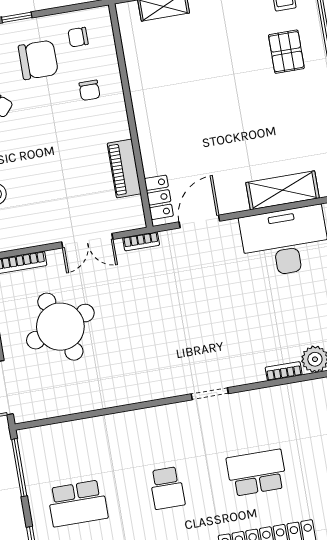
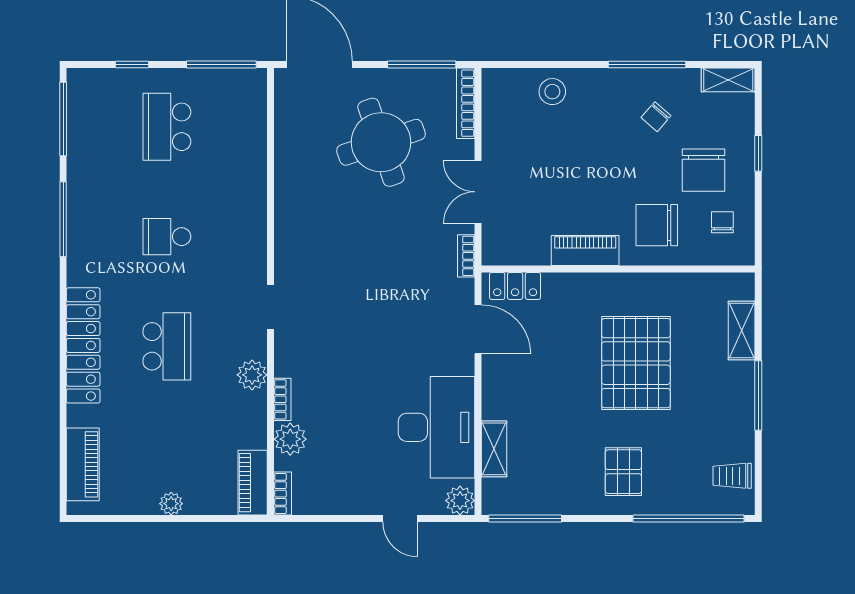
pallet: (286, 52) -> (623, 472), moved, turned 90
pallet: (205, 88) -> (636, 363), added
chair: (89, 90) -> (657, 225), width x1.87, depth x1.87
piano: (124, 169) -> (585, 251), moved
shelving: (282, 190) -> (494, 449), width x0.67, depth x0.75
plant: (268, 399) -> (252, 375), added

